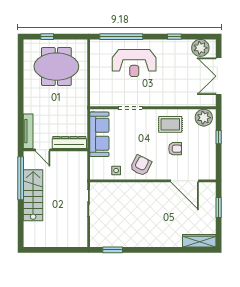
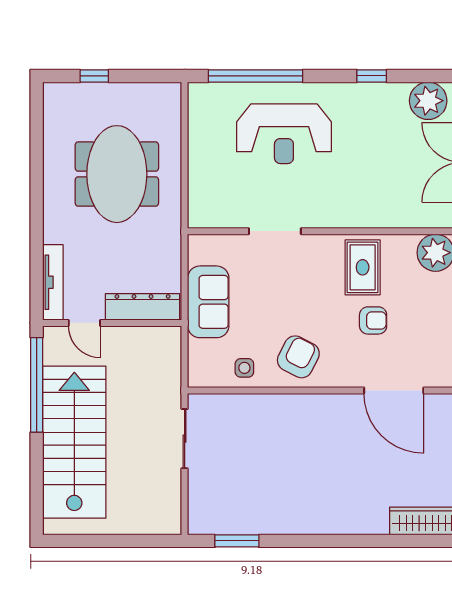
meeting table: (56, 67) -> (117, 174), moved, turned 90
rug: (170, 124) -> (363, 267), turned 90
sofa: (99, 134) -> (208, 302), width x0.73
stairs: (33, 195) -> (74, 442), width x1.36, depth x1.51

